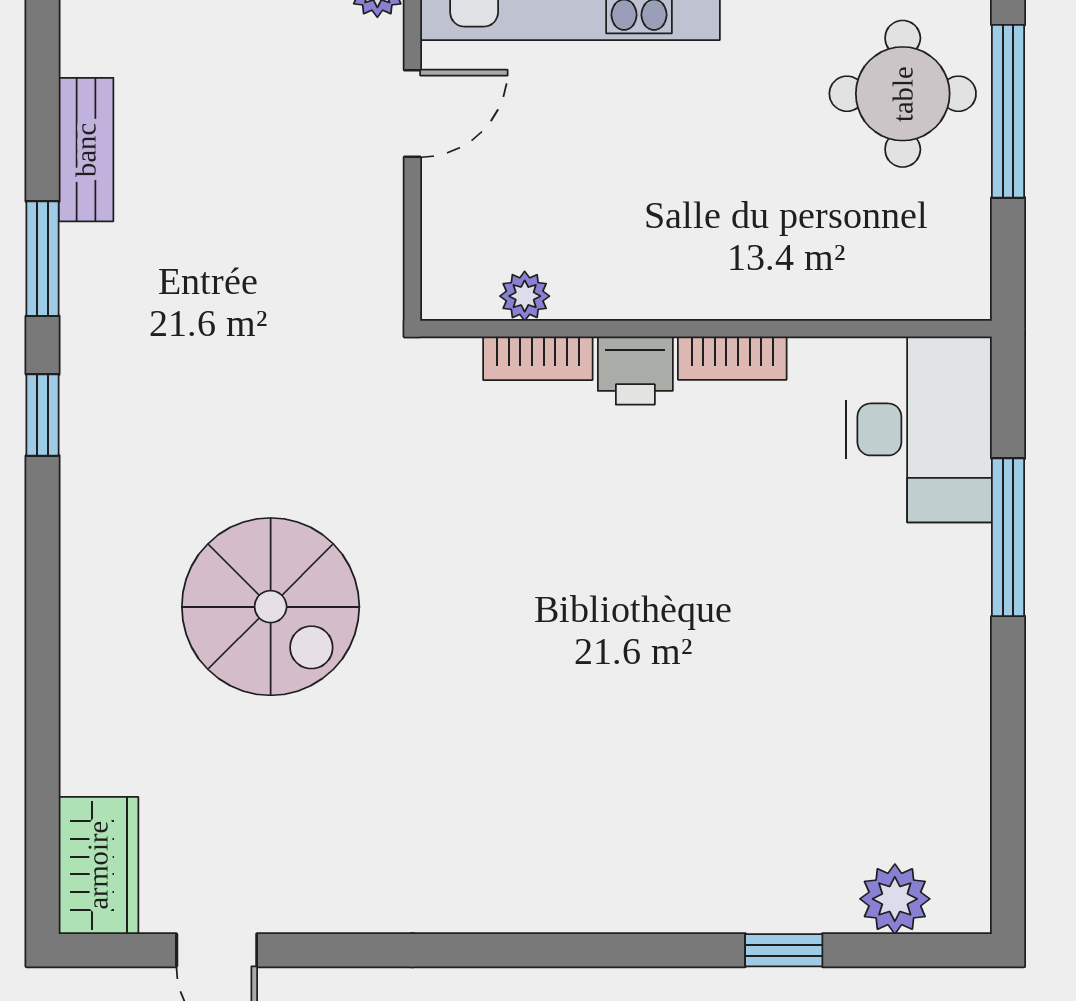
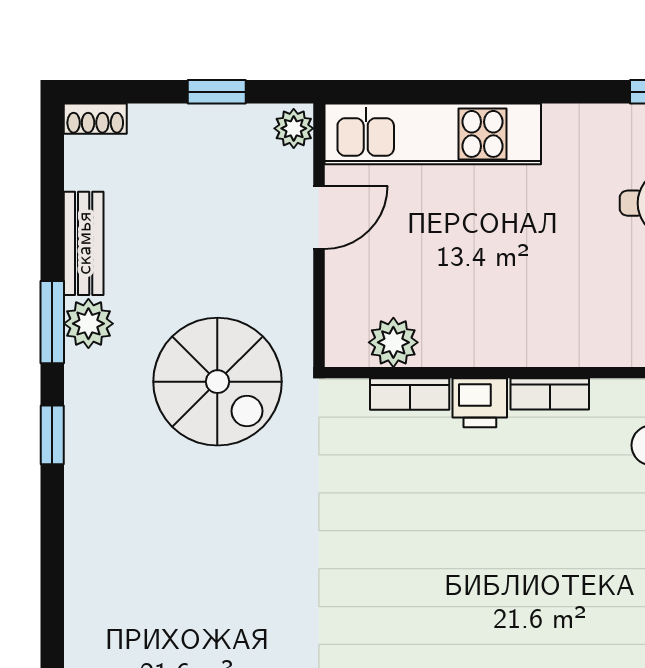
plant: (93, 261) -> (88, 324), added
plant: (525, 296) -> (393, 342), width x1.38, depth x1.38
spiral stairs: (271, 607) -> (217, 382), moved

